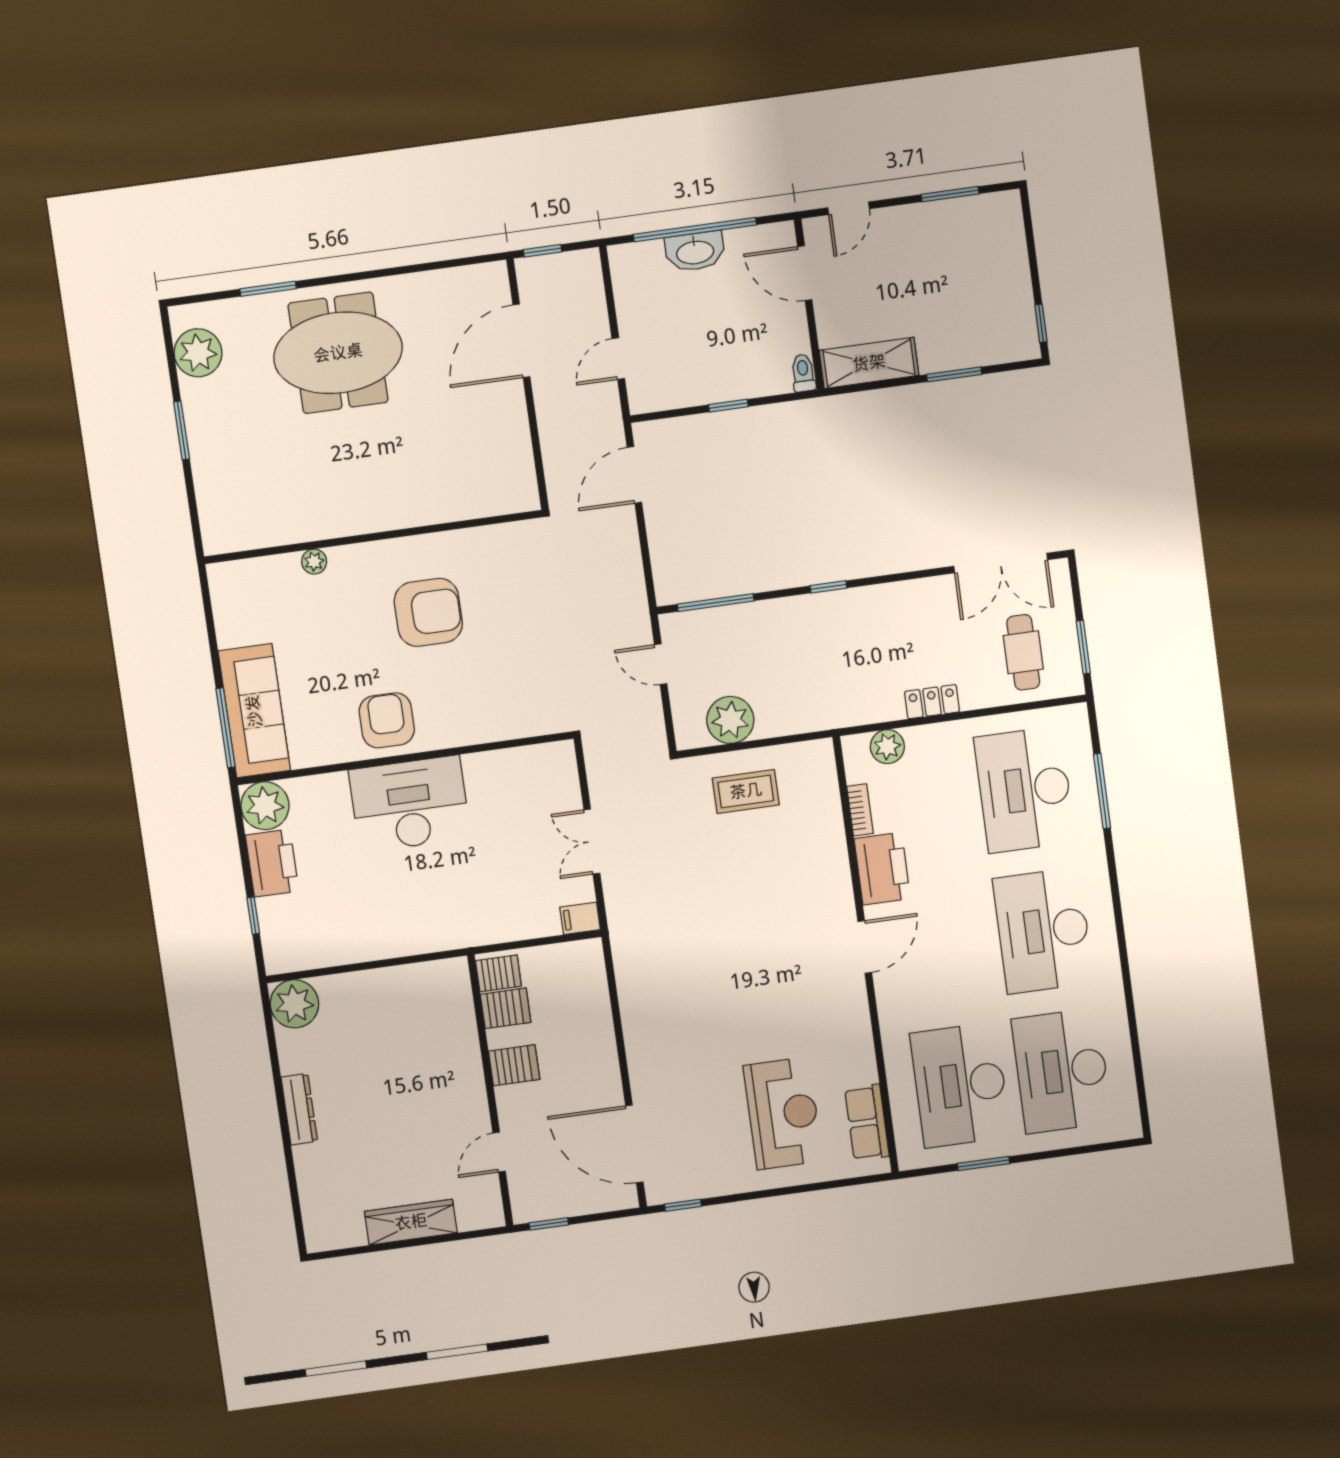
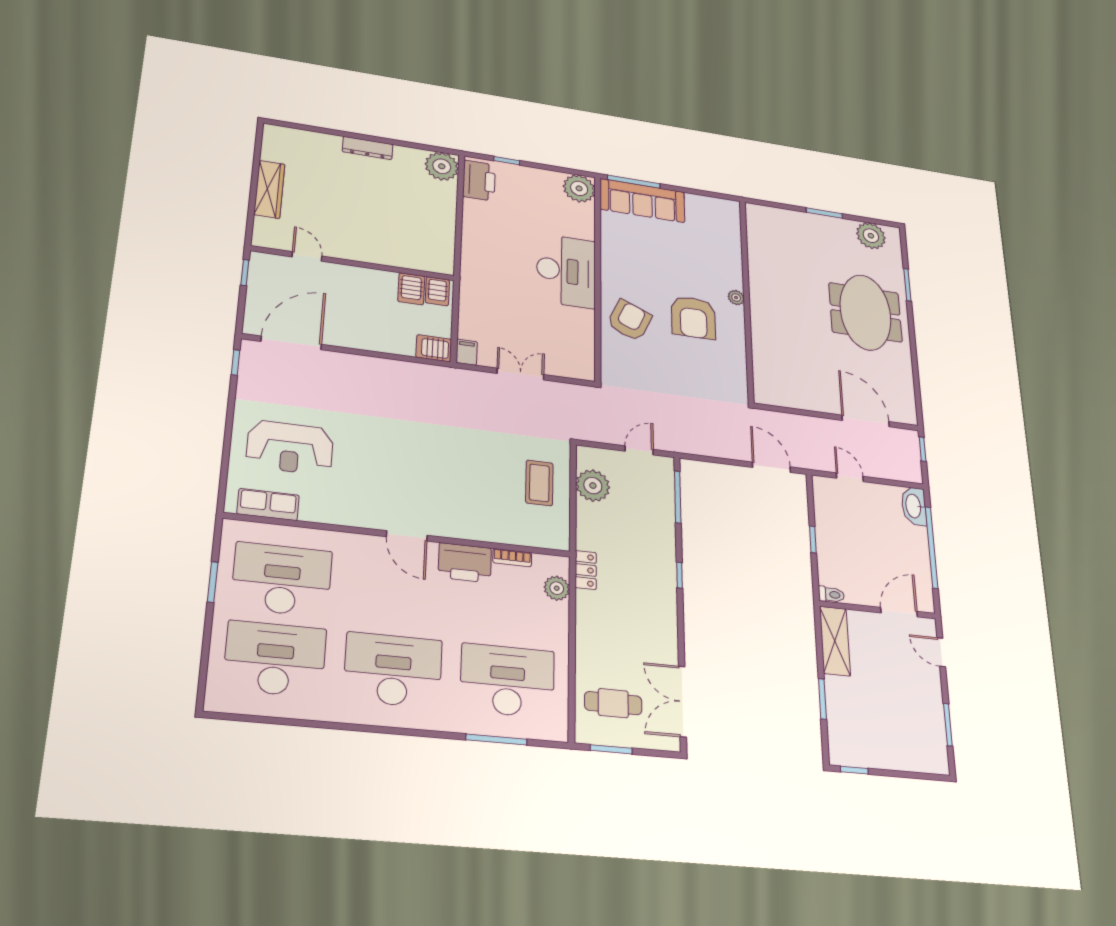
washbasin: (695, 251) -> (914, 506), moved
plant: (314, 562) -> (736, 298), moved
locker: (932, 702) -> (586, 570), moved
armchair: (387, 720) -> (630, 320), moved, turned -66
printer: (272, 863) -> (479, 181), moved, turned -90
server rack: (514, 1065) -> (434, 348), moved, turned 90

